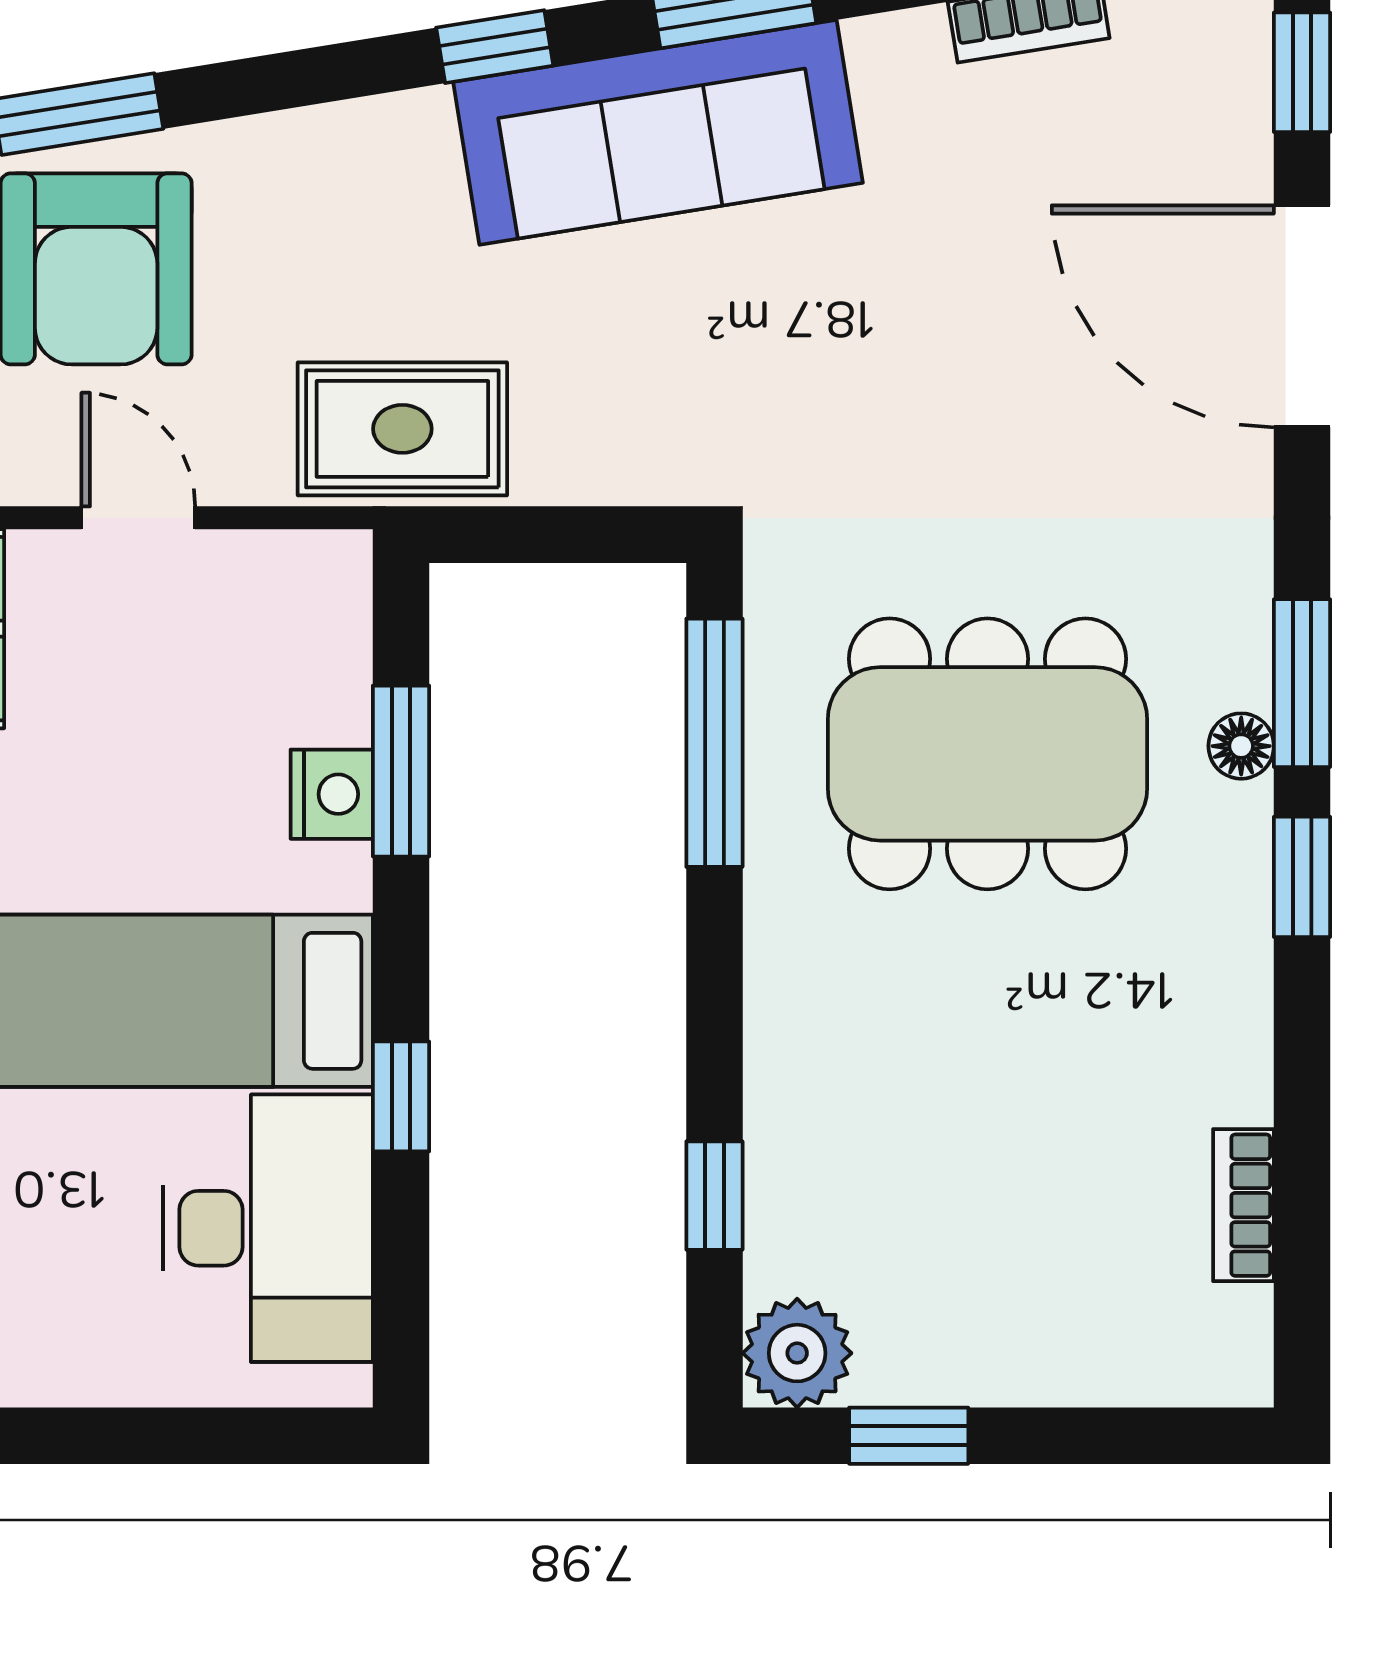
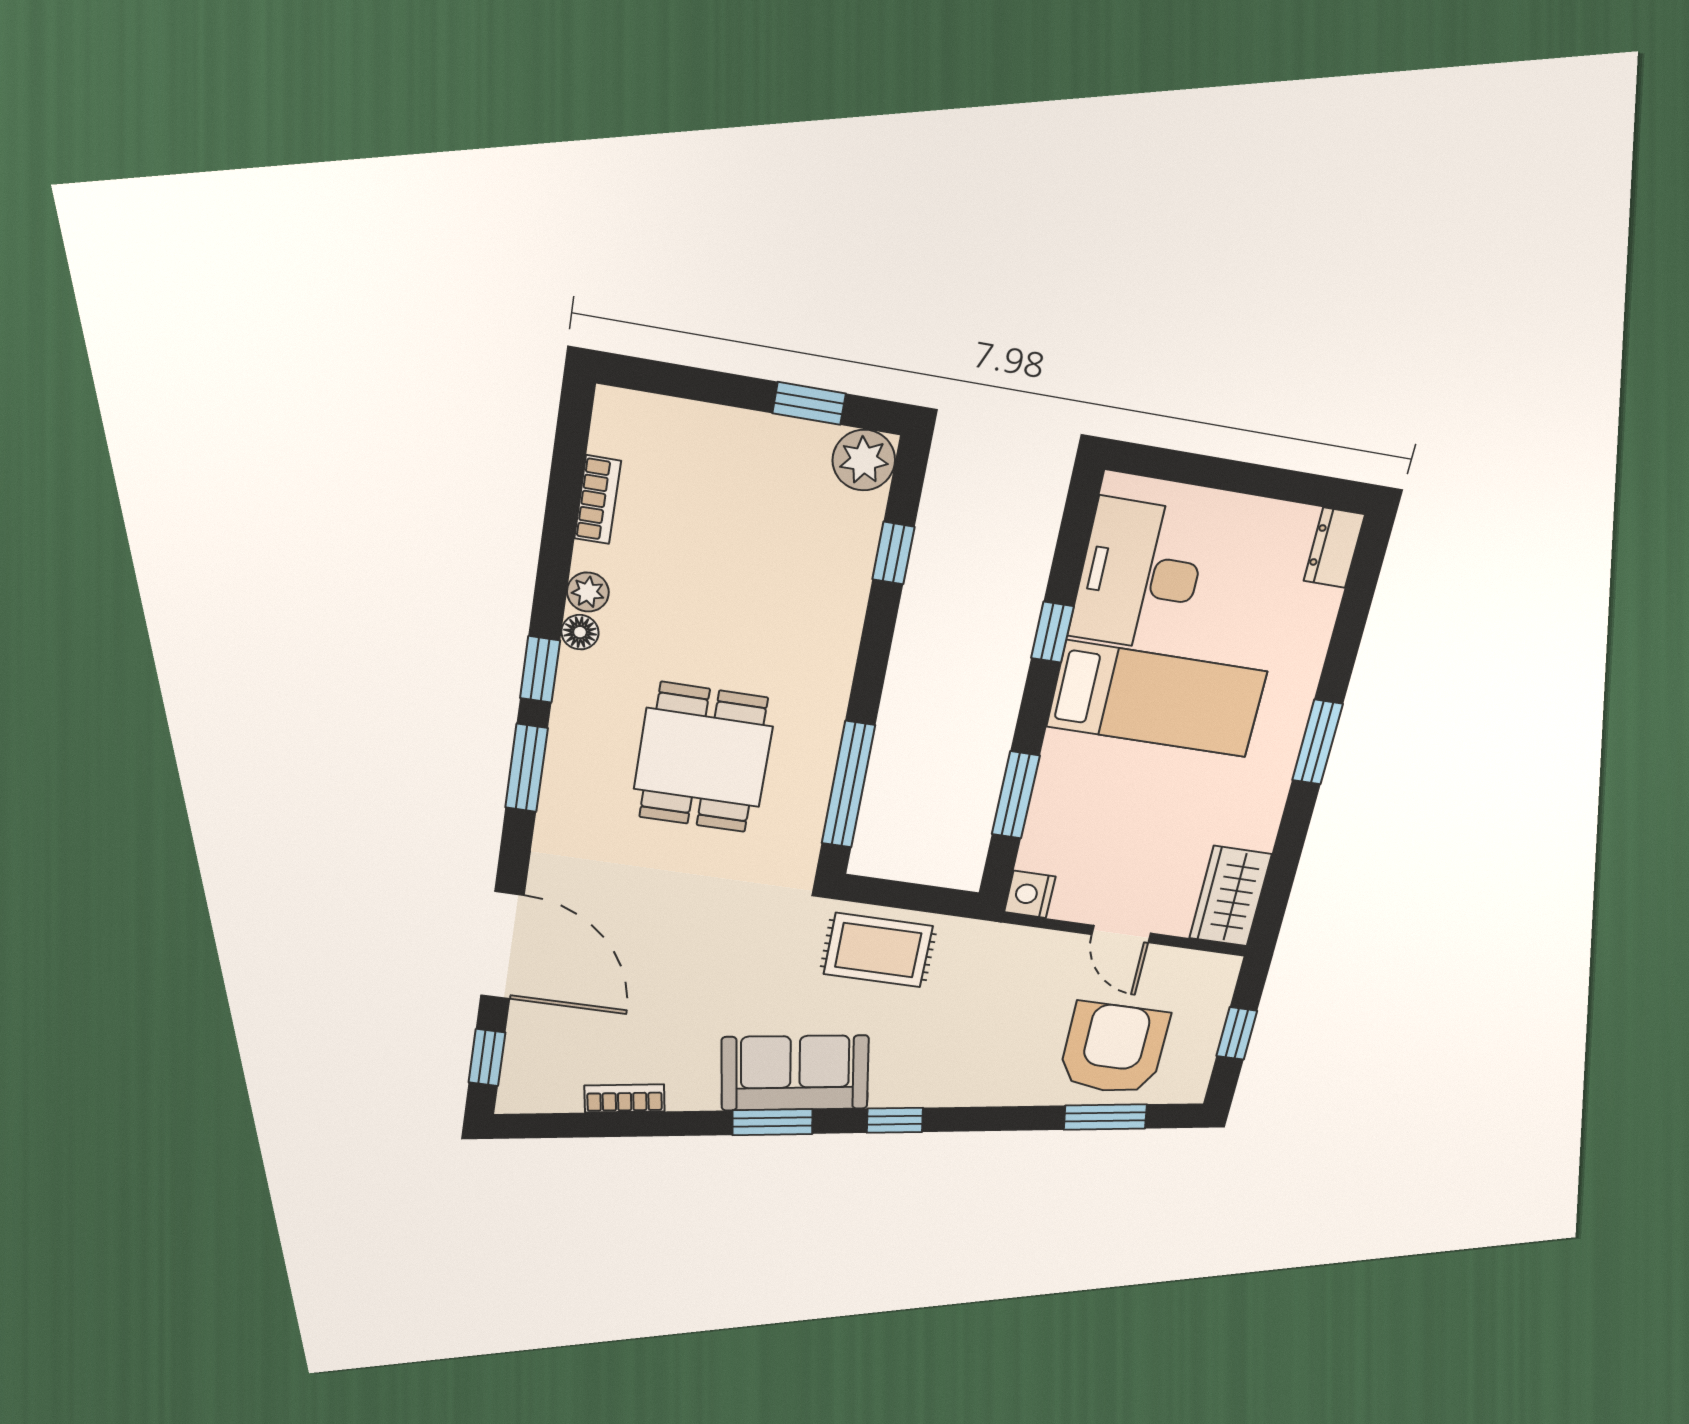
sofa: (658, 132) -> (795, 1073), width x0.73
rug: (402, 429) -> (878, 950), moved
floor lamp: (1241, 746) -> (580, 632), moved
dining table: (987, 754) -> (703, 758), width x0.73
nightstand: (332, 794) -> (1030, 894), moved
plant: (1237, 1035) -> (588, 592), added

